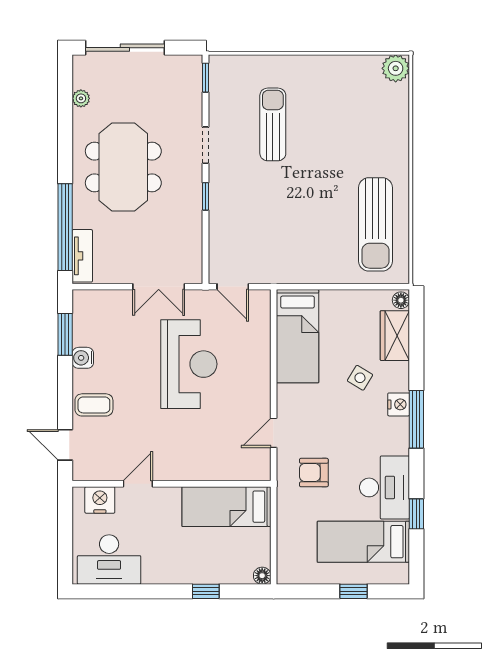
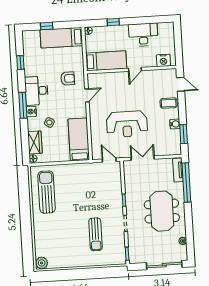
reception desk: (189, 364) -> (127, 124), turned -90
door: (138, 484) -> (135, 69), moved
desk: (384, 487) -> (36, 91), moved
bed: (363, 542) -> (61, 38), moved, turned 180
desk: (109, 559) -> (143, 35), moved

